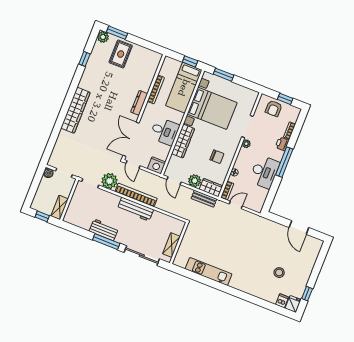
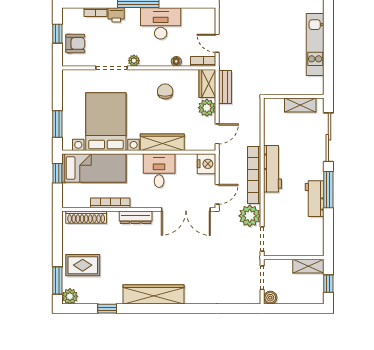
shoe rack: (152, 69) -> (86, 217), added
wardrobe: (76, 110) -> (154, 294), moved

